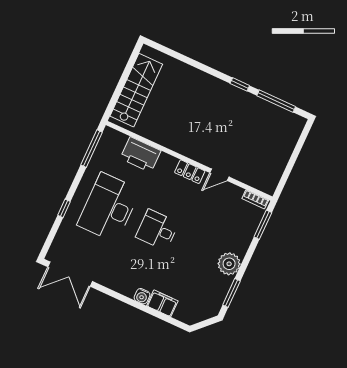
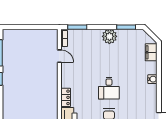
locker: (190, 172) -> (66, 97), moved
door: (219, 175) -> (59, 56), moved
filing cabinet: (162, 303) -> (151, 52), moved

